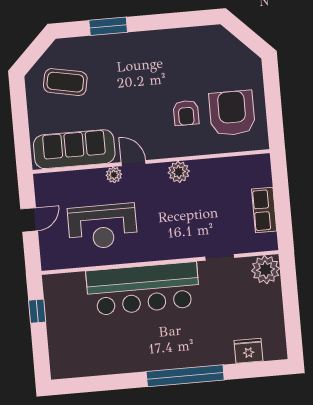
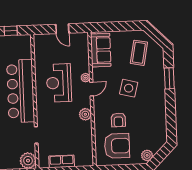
plant: (247, 59) -> (147, 155), added
side table: (129, 97) -> (129, 88), added
armchair: (186, 113) -> (118, 120), turned -90
sofa: (74, 149) -> (101, 50), width x0.73
reception desk: (102, 227) -> (59, 83), moved

